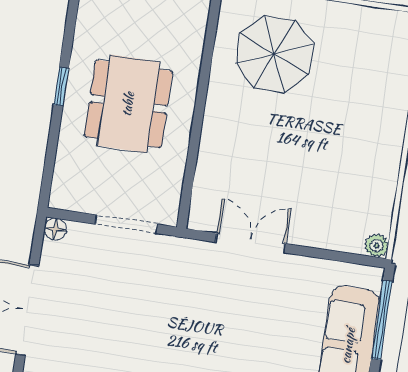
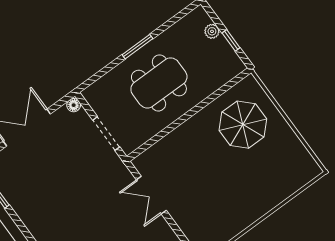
window: (61, 87) -> (137, 47), width x1.50
double door: (251, 243) -> (151, 195), swing flipped

